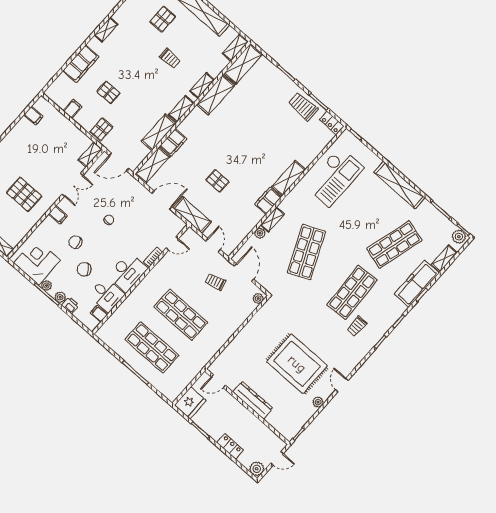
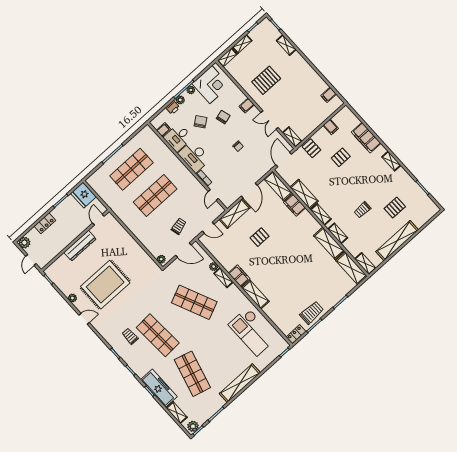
pallet: (163, 19) -> (395, 208), turned 90

